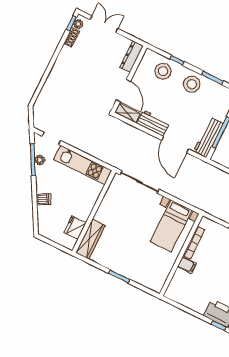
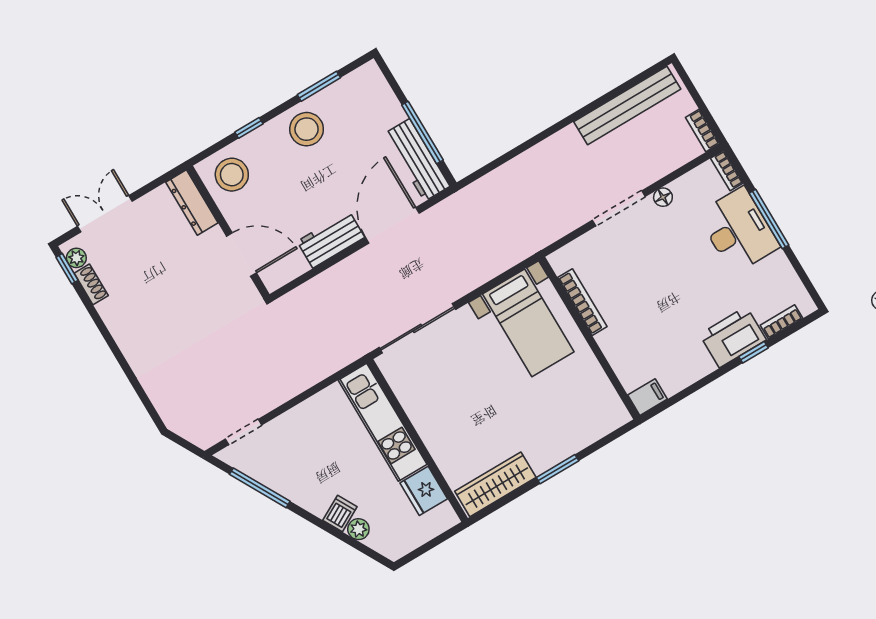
stool: (163, 71) -> (232, 175), moved
shelving: (127, 113) -> (285, 272), removed
door: (175, 145) -> (392, 225), swing flipped
plant: (40, 160) -> (358, 529), moved
kitchen unit: (83, 165) -> (383, 422), moved, turned 90
wardrobe: (90, 239) -> (495, 484), moved, turned -90
filing cabinet: (187, 265) -> (647, 397), moved

